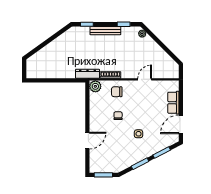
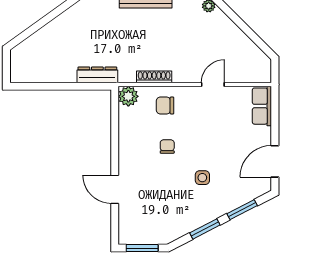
dresser: (88, 74) -> (97, 75), moved
row of seats: (173, 103) -> (262, 106), moved
door: (87, 141) -> (115, 189), swing flipped

